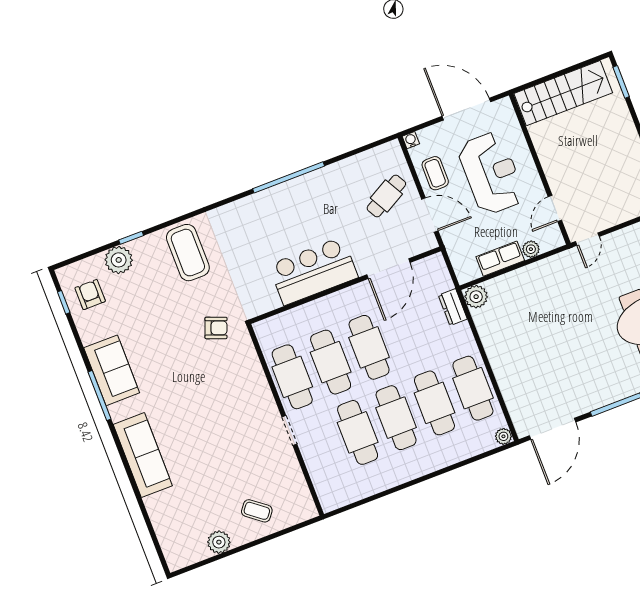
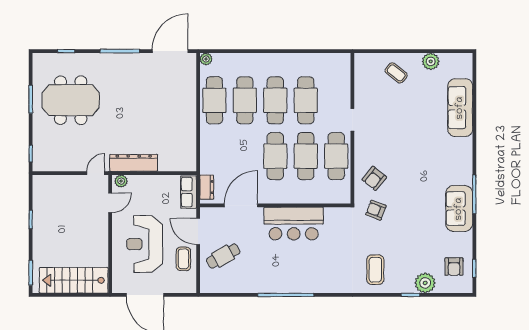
water cooler: (411, 140) -> (191, 288), removed
plant: (531, 249) -> (121, 181), moved
coffee table: (188, 253) -> (375, 270), width x0.73, depth x0.76
row of seats: (500, 259) -> (189, 192), moved, turned 90
dresser: (544, 270) -> (134, 163), added
plant: (476, 297) -> (188, 163), removed
dresser: (453, 307) -> (207, 187), moved
armchair: (233, 367) -> (374, 178), added
sofa: (143, 455) -> (460, 108), moved

